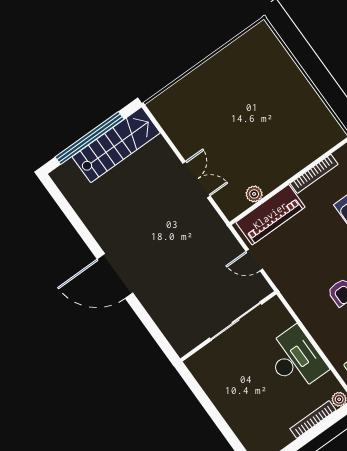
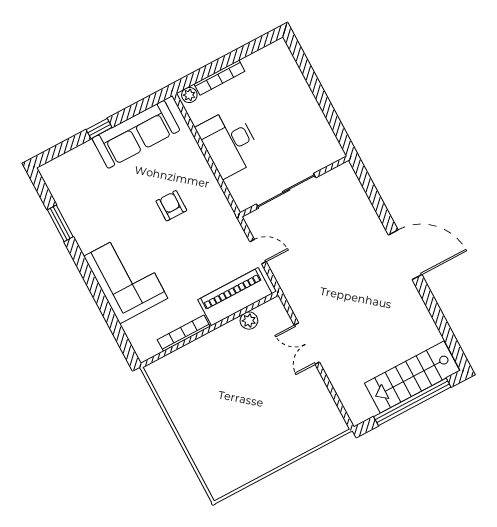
stairs: (116, 145) -> (412, 377), moved

